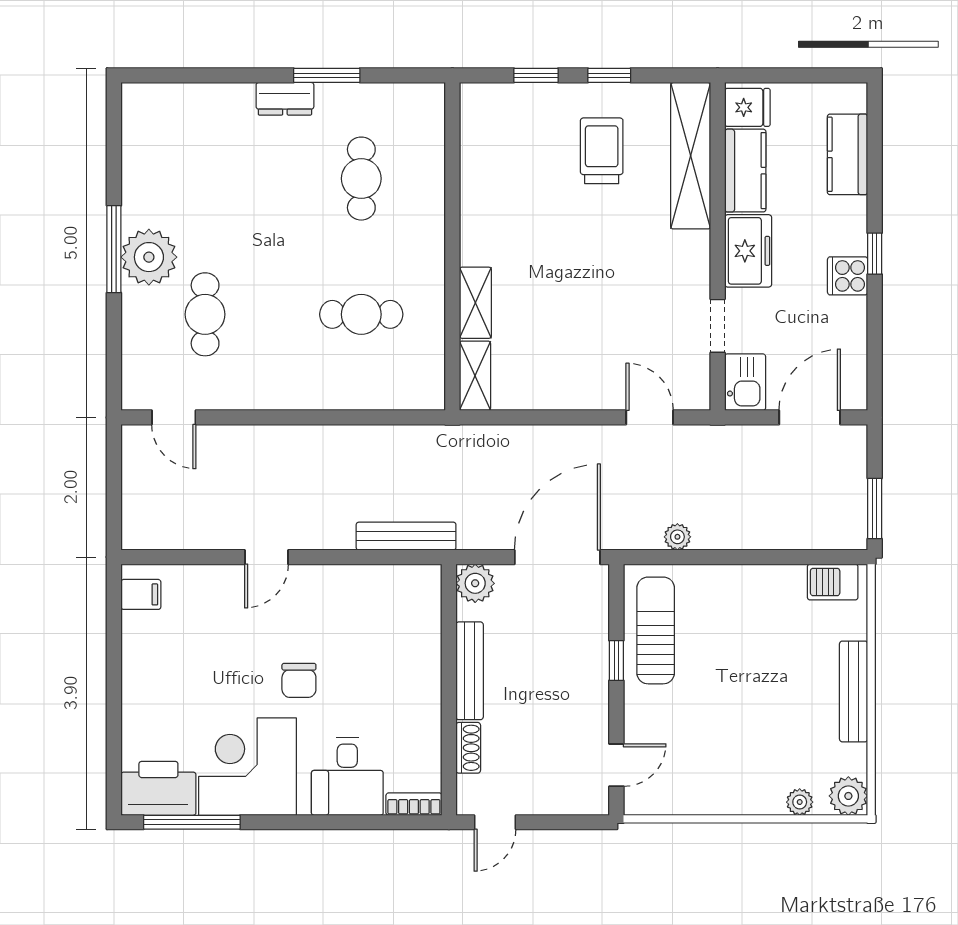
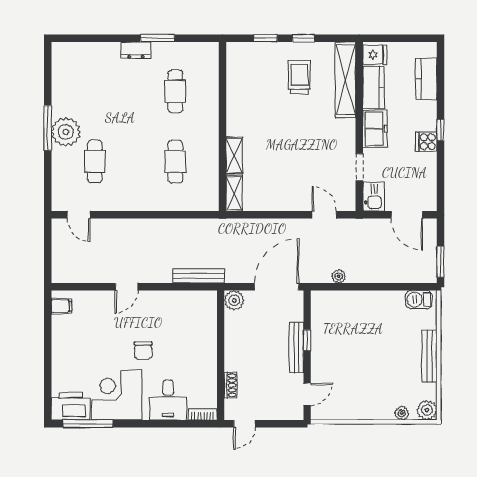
cafe table: (361, 314) -> (175, 161), turned 90
door: (810, 417) -> (407, 215), swing flipped
sun lounger: (656, 630) -> (327, 325), removed
bench: (470, 671) -> (296, 347), moved

